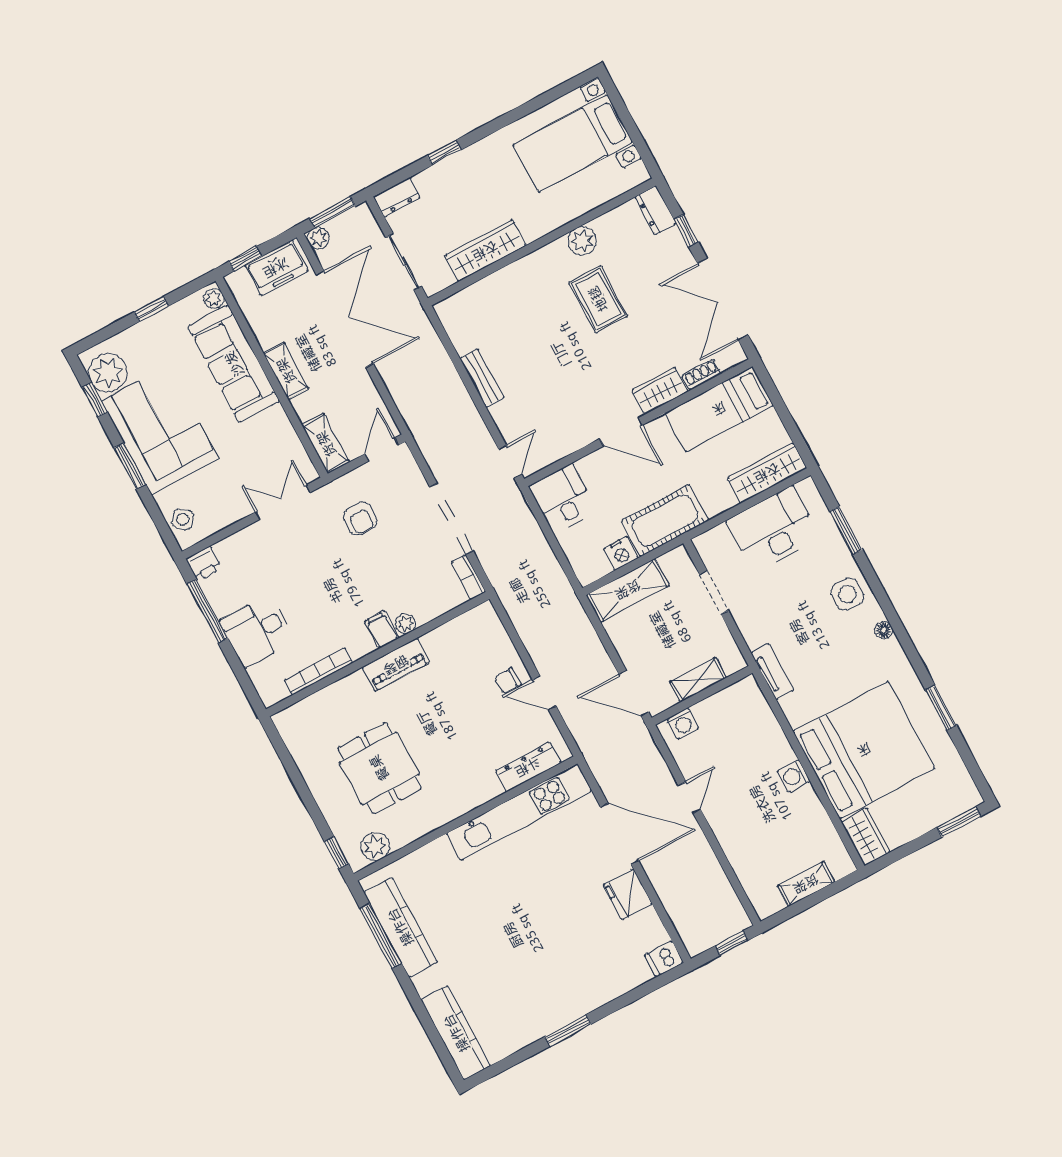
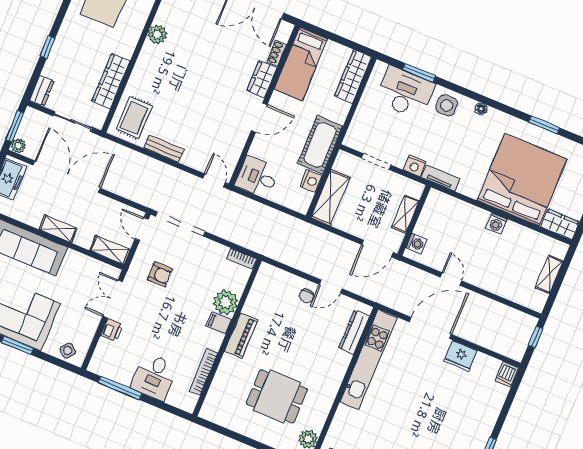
rug: (598, 299) -> (134, 118), moved, turned 90
doorway: (451, 519) -> (180, 224), moved
desk: (773, 529) -> (405, 93), moved, turned 90
printer: (204, 563) -> (112, 330), moved
plant: (405, 624) -> (225, 302), width x1.87, depth x1.87
nightstand: (754, 633) -> (415, 166), added

